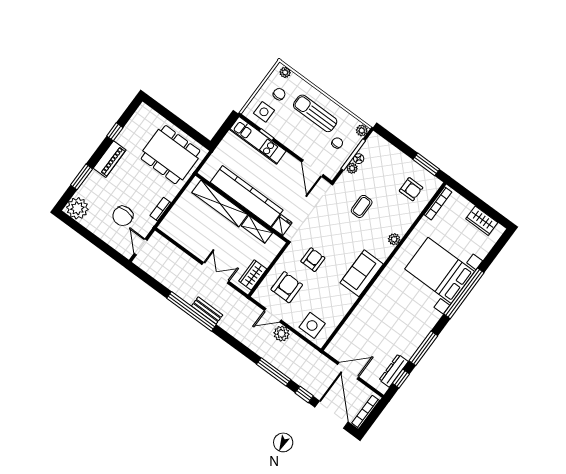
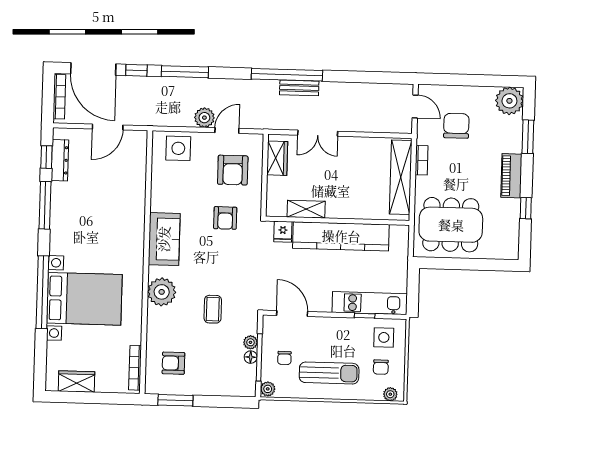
shelving: (220, 204) -> (401, 177), moved, turned 90
plant: (394, 239) -> (162, 292), width x1.87, depth x1.87
window: (192, 311) -> (287, 75), moved

